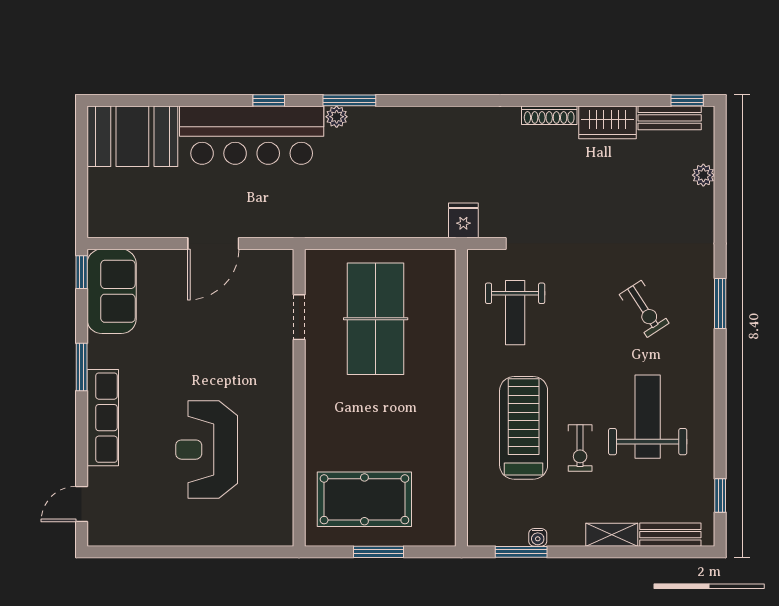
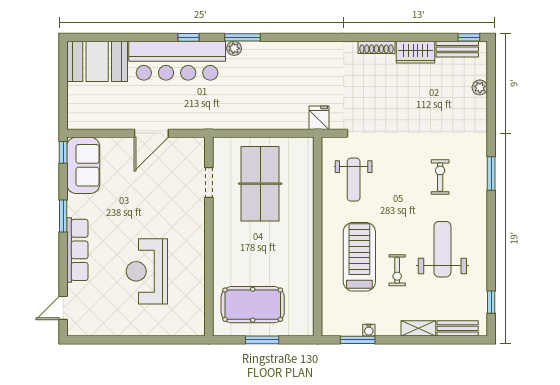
exercise bike: (644, 309) -> (440, 177), turned -147

